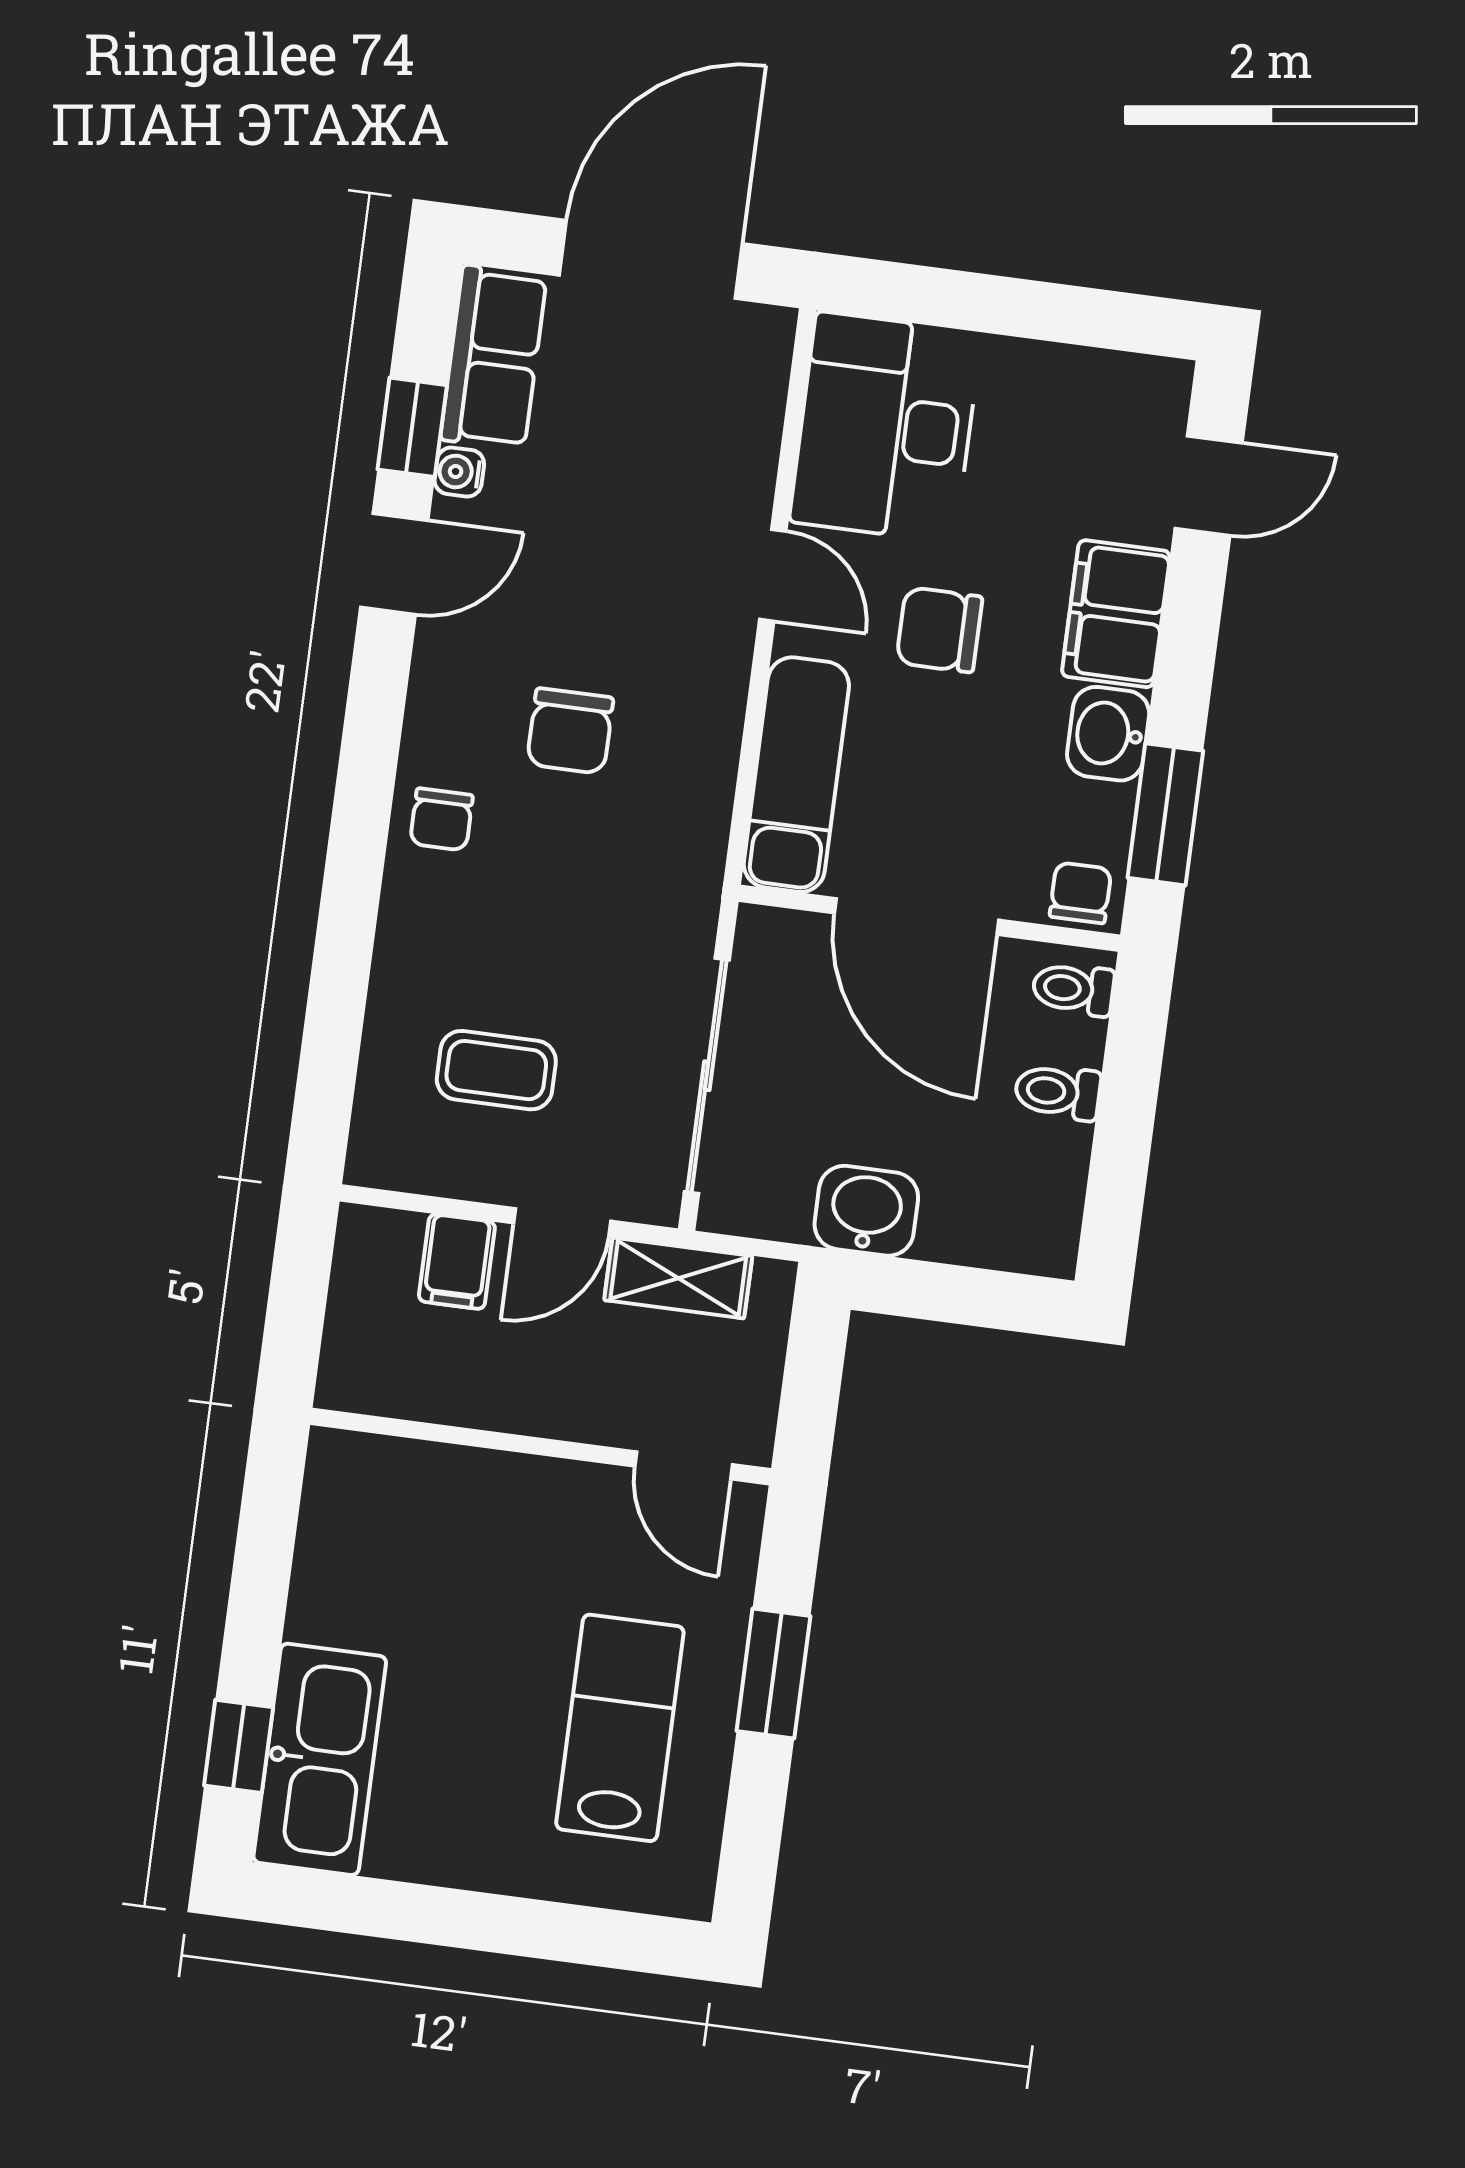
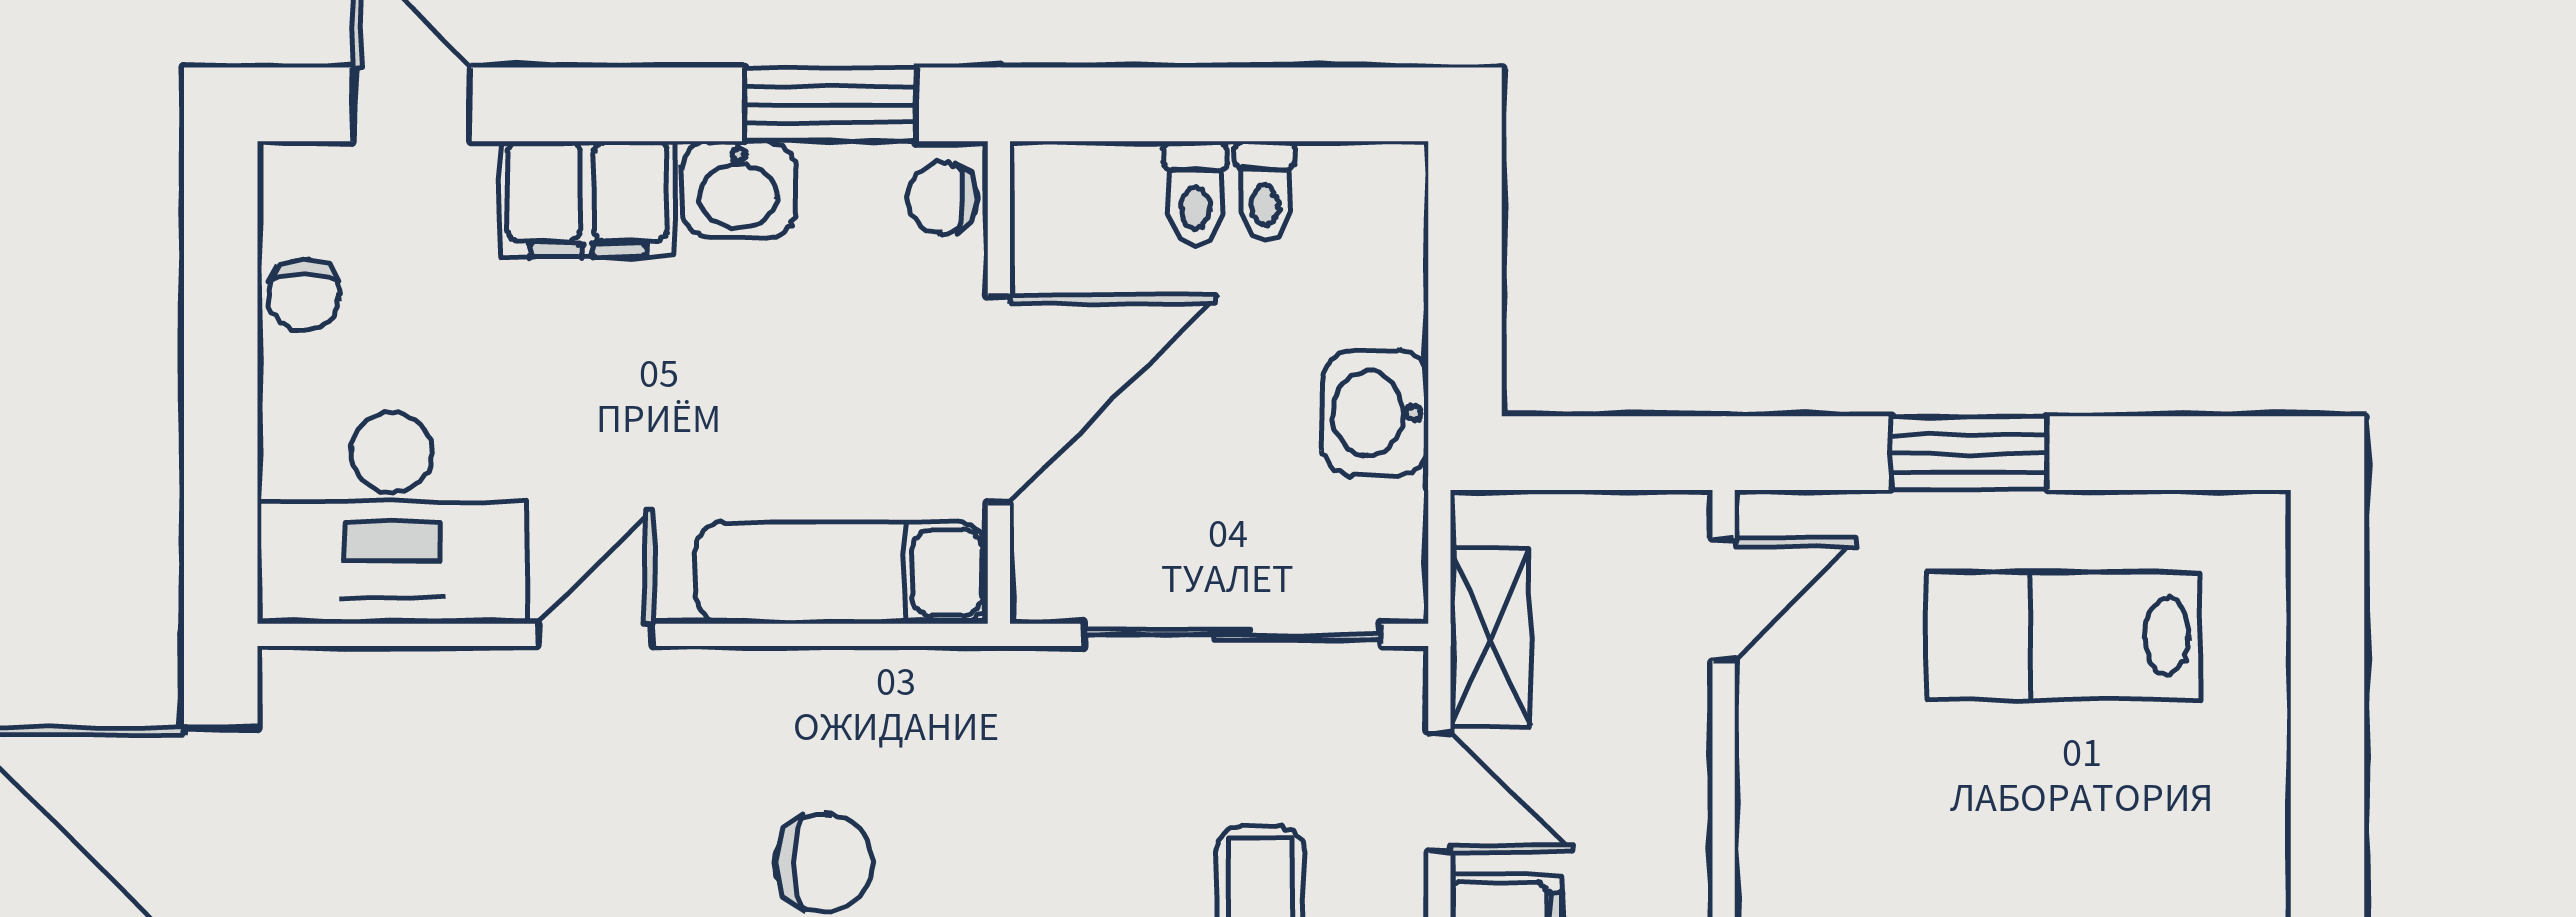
chair: (939, 630) -> (304, 295), moved, width x0.73, depth x0.73
toilet: (1073, 989) -> (1265, 191), moved

